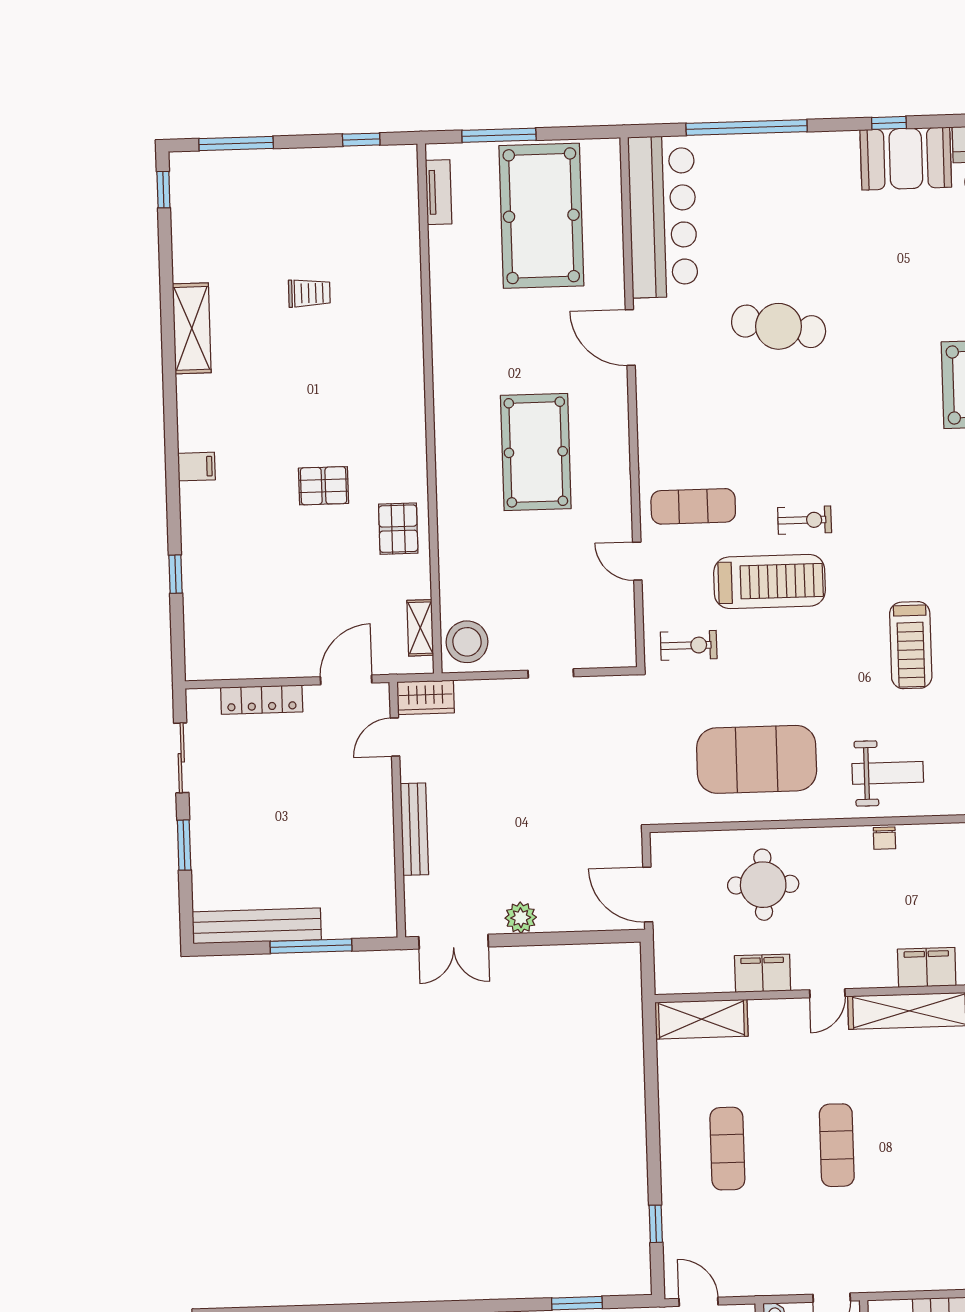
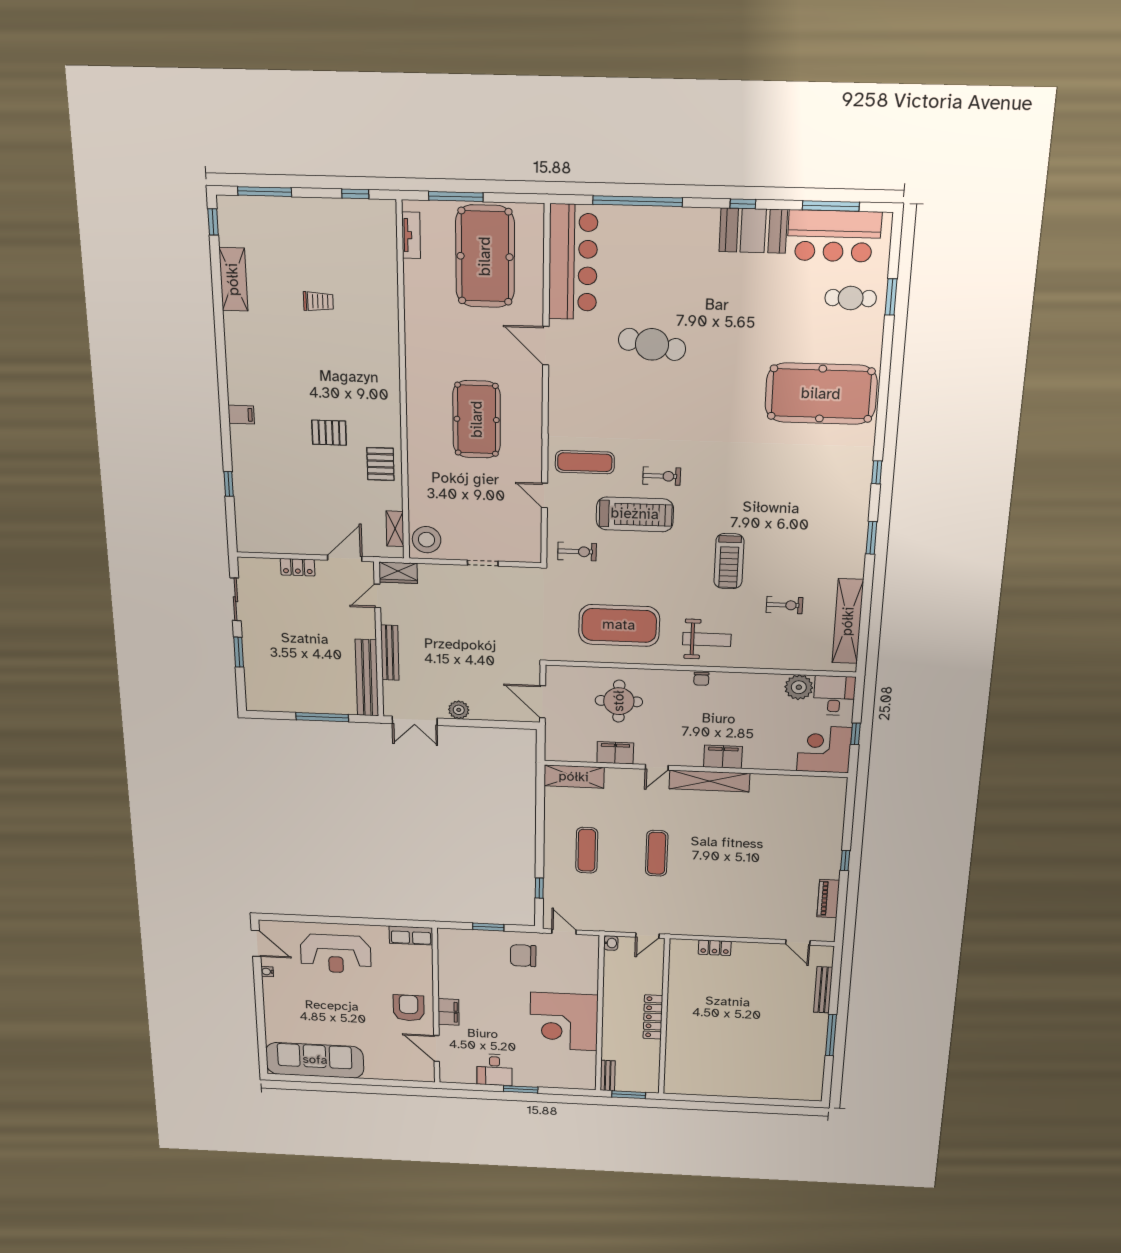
shelving: (192, 328) -> (233, 279), moved
locker: (262, 700) -> (298, 567), width x0.66
bench: (257, 926) -> (367, 678), moved, turned 90

